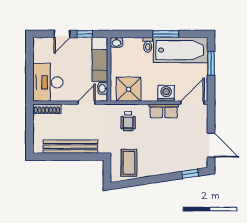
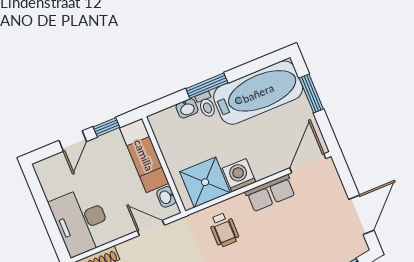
window: (166, 34) -> (207, 86), moved
washbasin: (116, 42) -> (187, 108), moved
washing machine: (166, 93) -> (239, 175), moved
door: (87, 103) -> (151, 228), hinge flipped
door: (211, 145) -> (361, 215), hinge flipped

